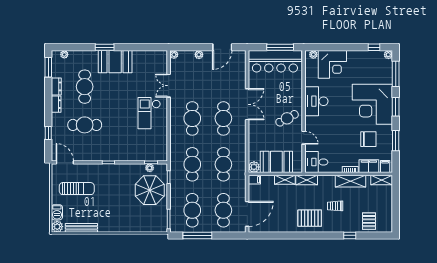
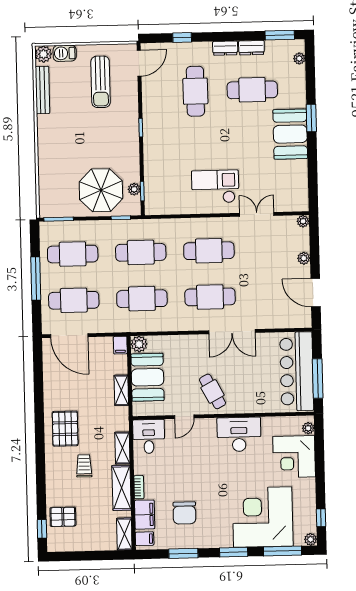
corner desk: (372, 104) -> (263, 517), moved
shelving: (307, 180) -> (122, 448), moved
window: (197, 235) -> (36, 278), moved
window: (350, 235) -> (42, 529), moved

